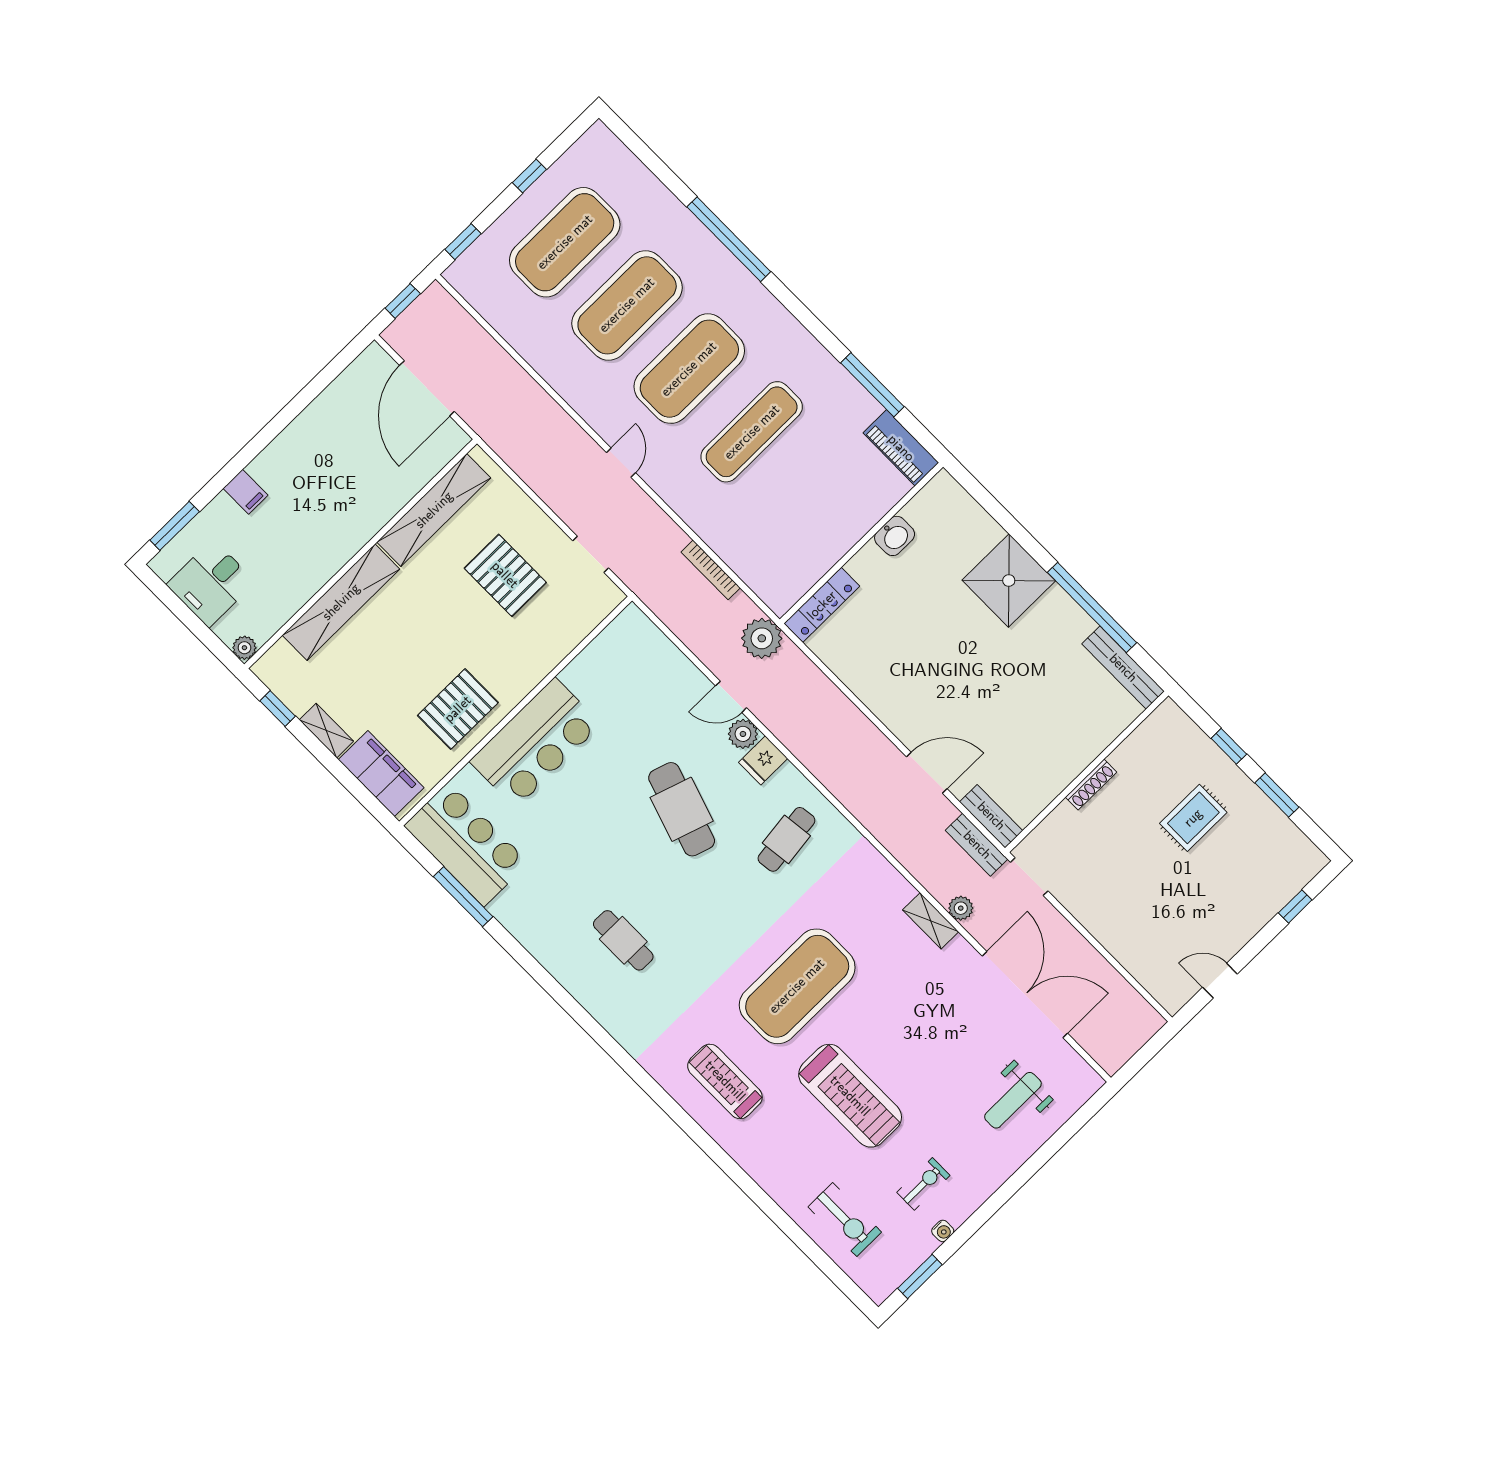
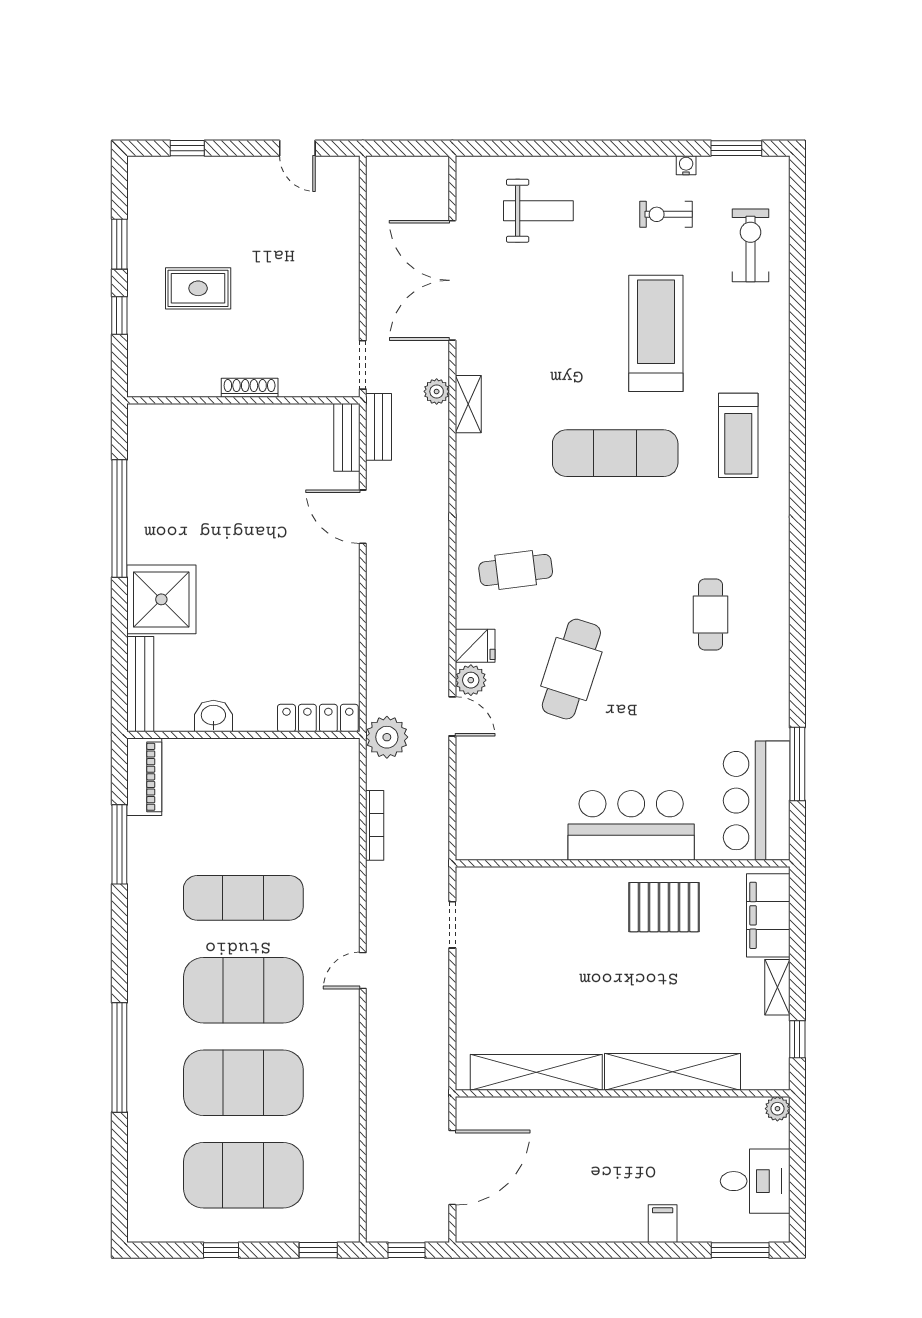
pallet: (505, 575) -> (531, 972), removed
bench: (1123, 668) -> (140, 684), moved
exercise mat: (797, 986) -> (615, 453), width x0.68

